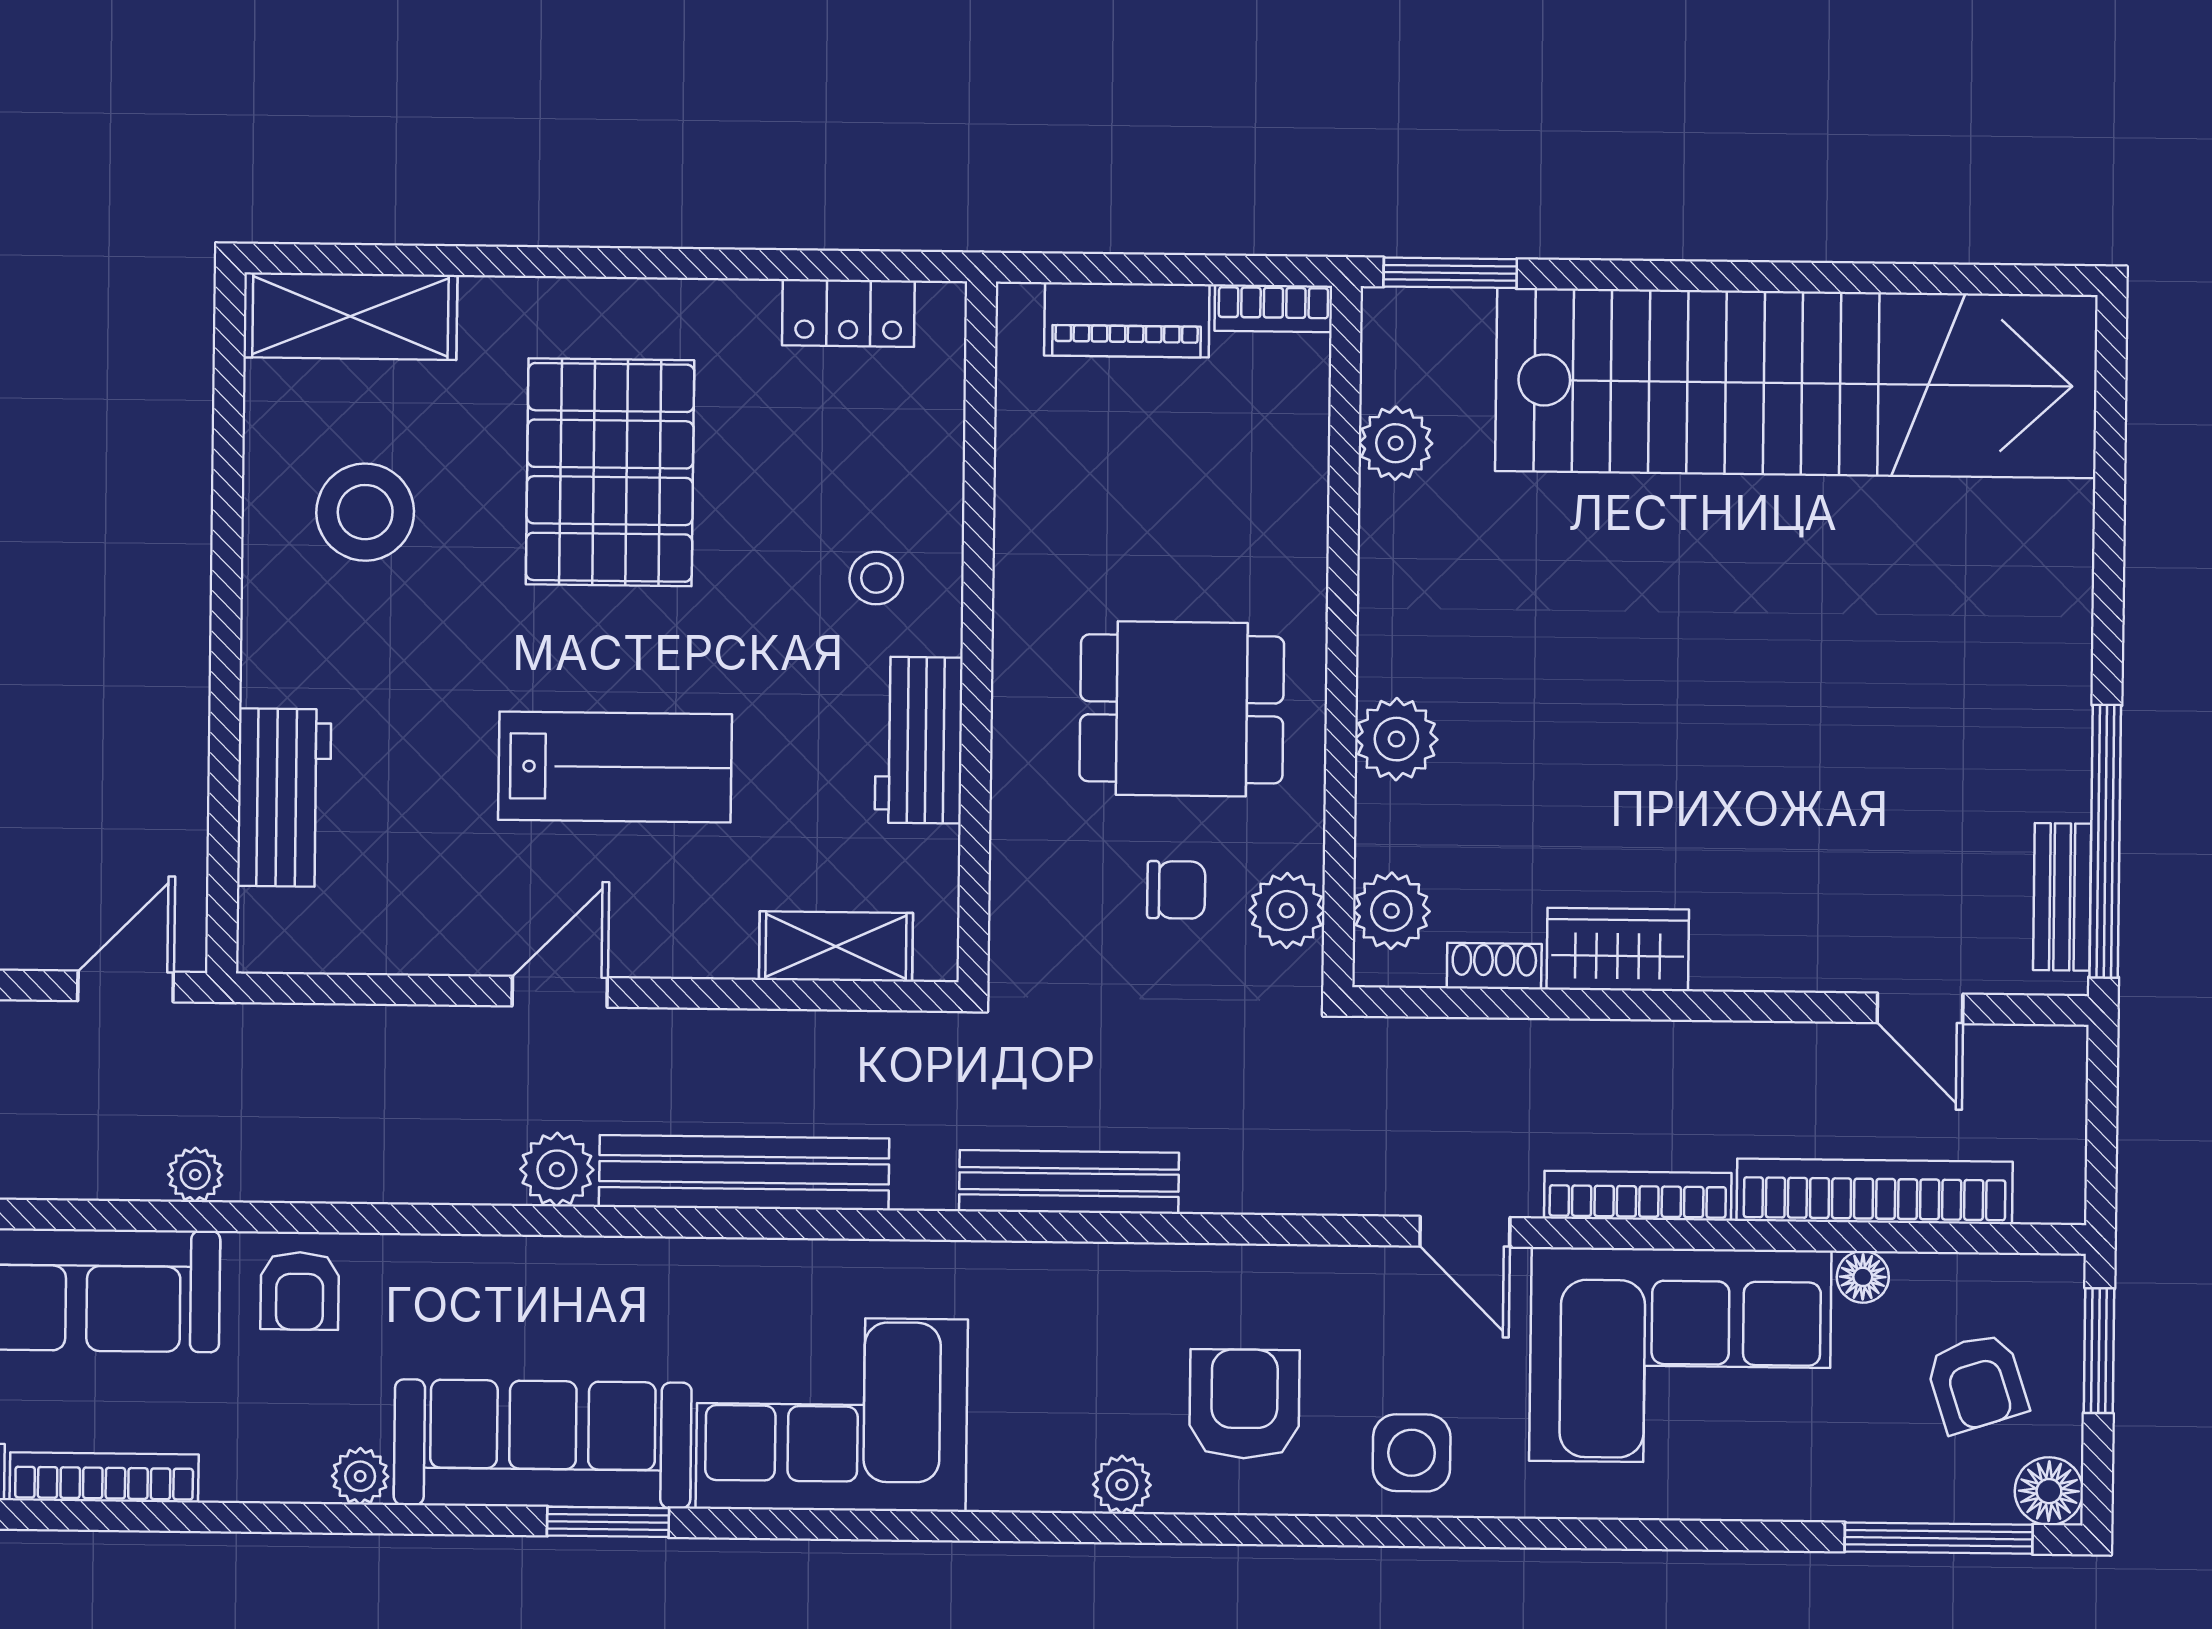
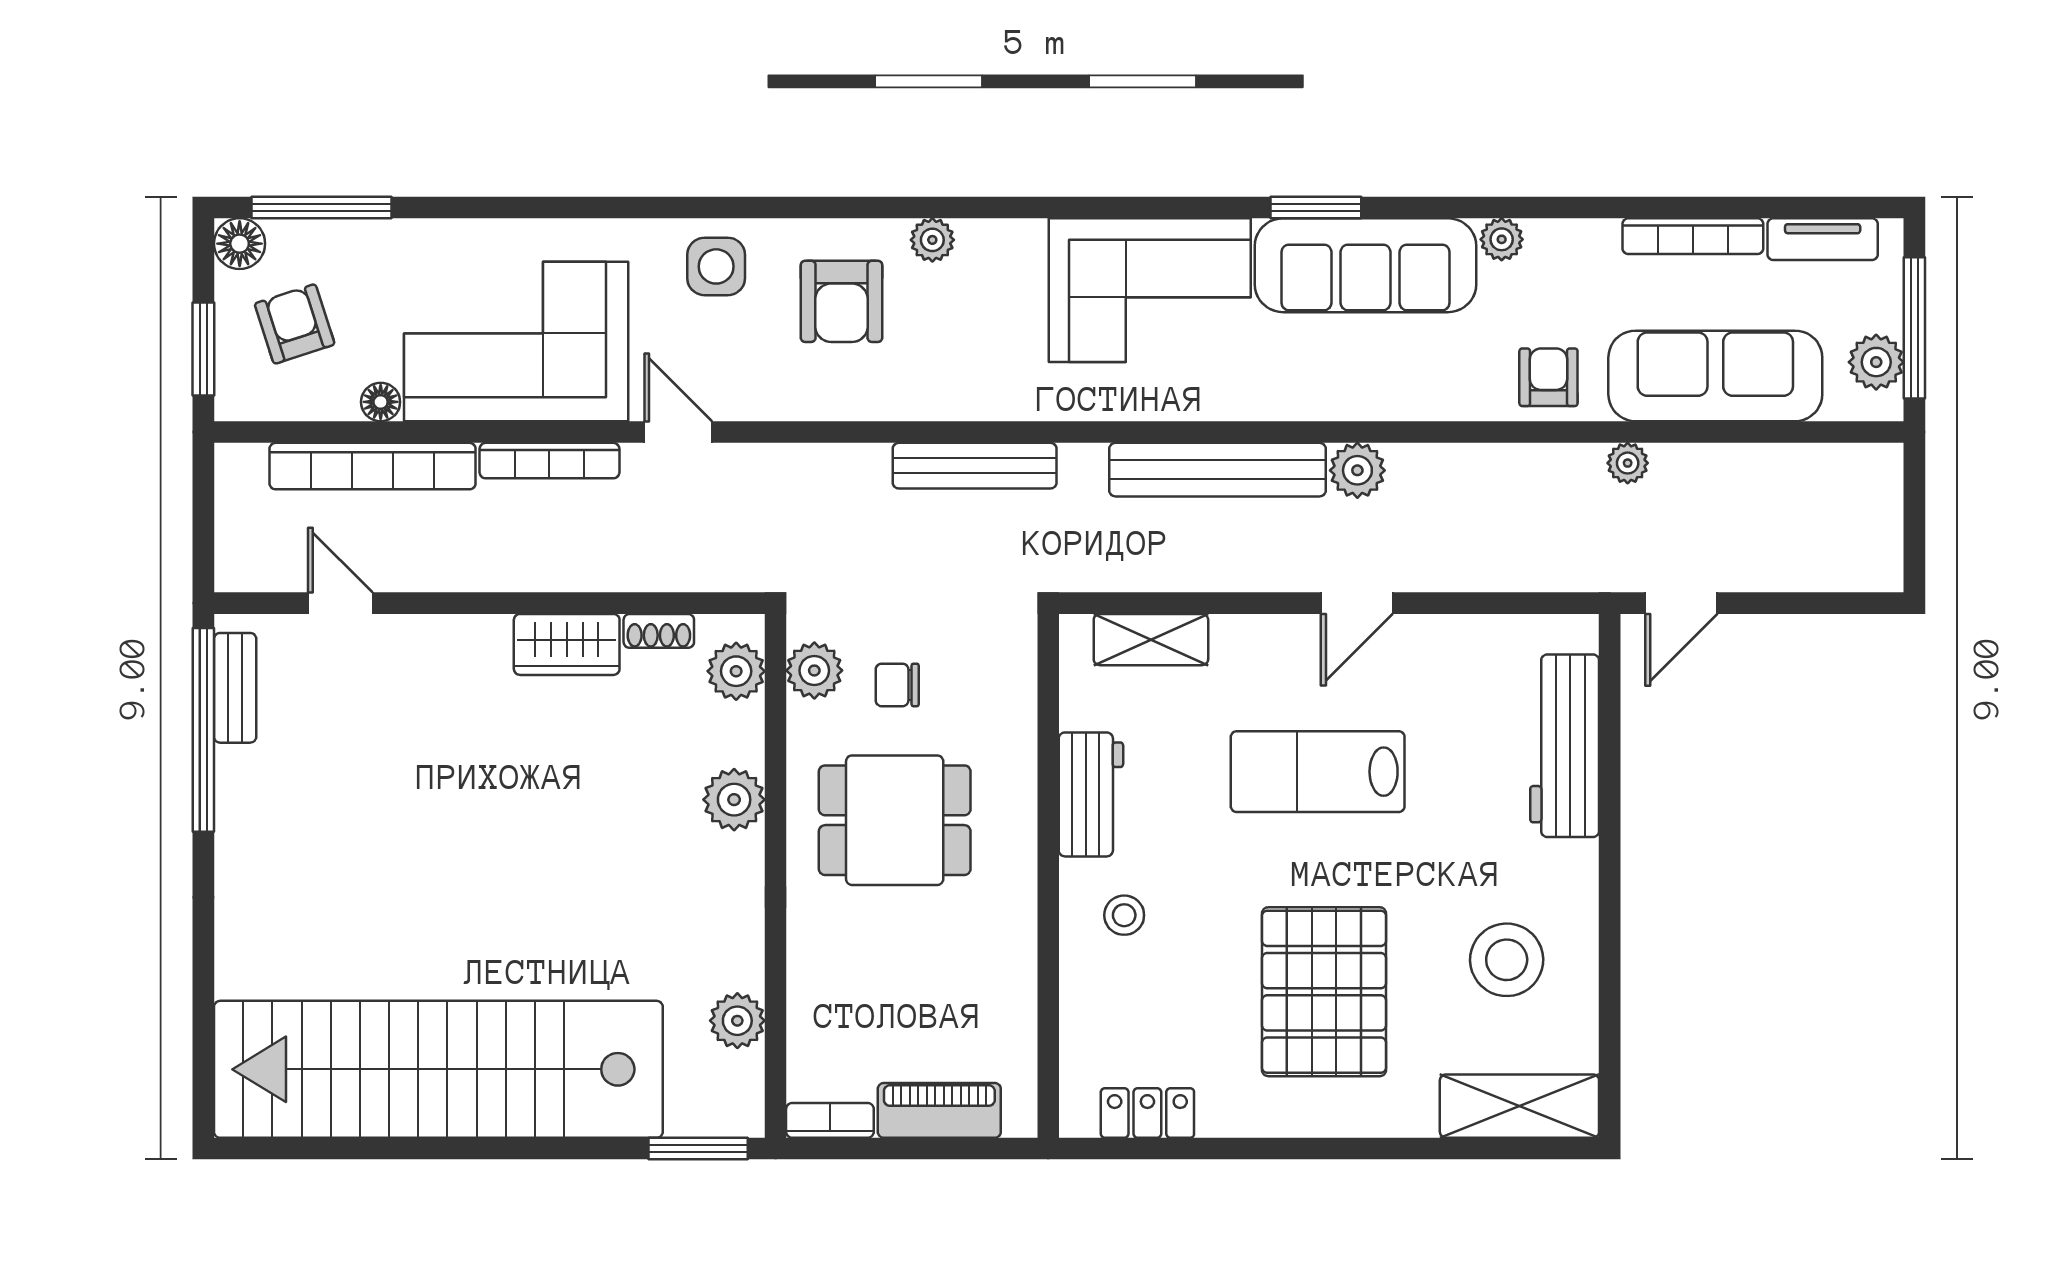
workbench: (284, 798) -> (1565, 746), width x1.38

